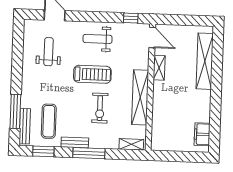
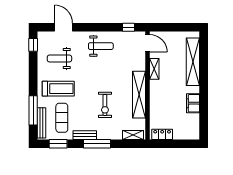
window: (18, 35) -> (33, 45), added
weight bench: (98, 39) -> (101, 46), turned 180
weight bench: (49, 52) -> (59, 58), turned -90
treadmill: (92, 74) -> (58, 89), moved
filing cabinet: (202, 134) -> (193, 103), moved
locker: (166, 145) -> (162, 134), added

